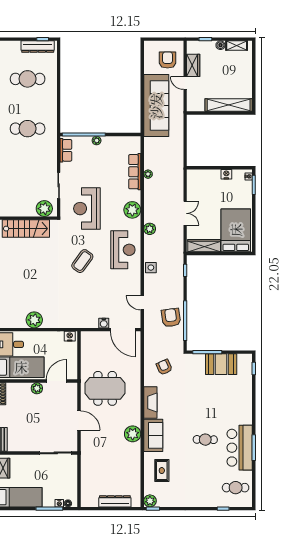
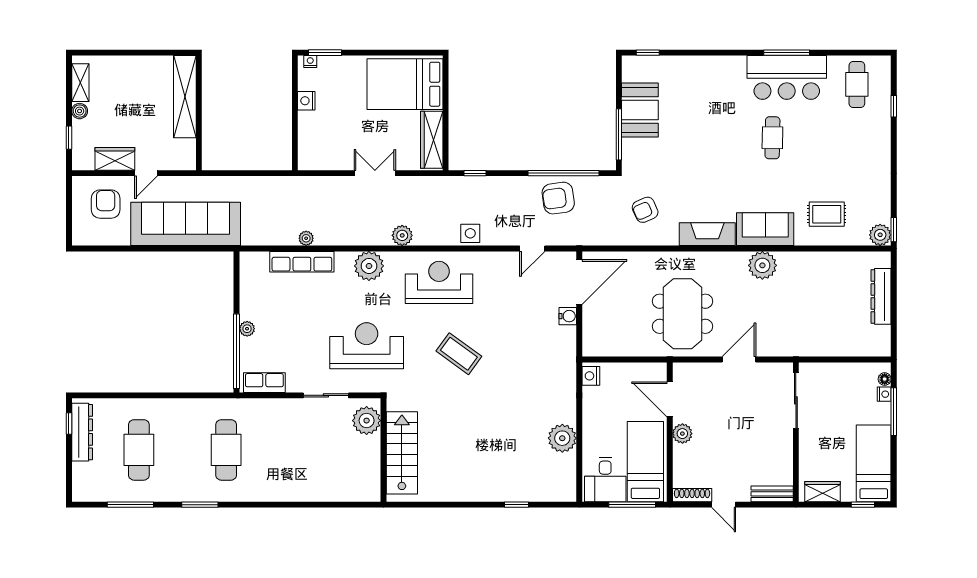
armchair: (168, 60) -> (106, 204), turned 90
reception desk: (87, 209) -> (367, 346), turned 180

